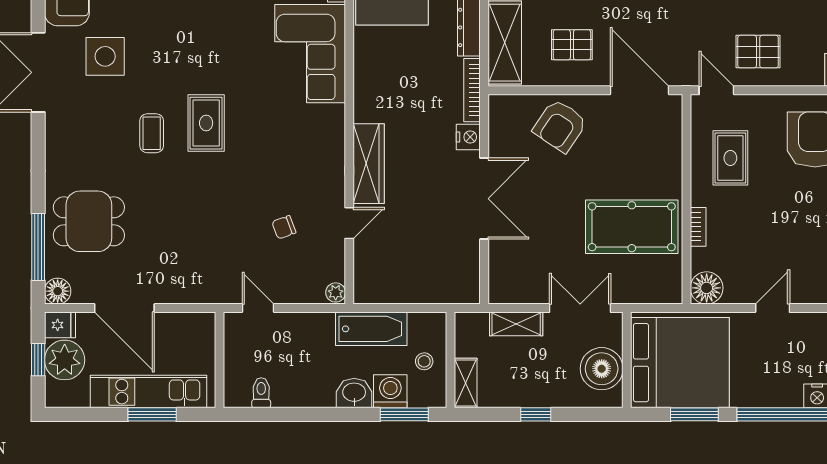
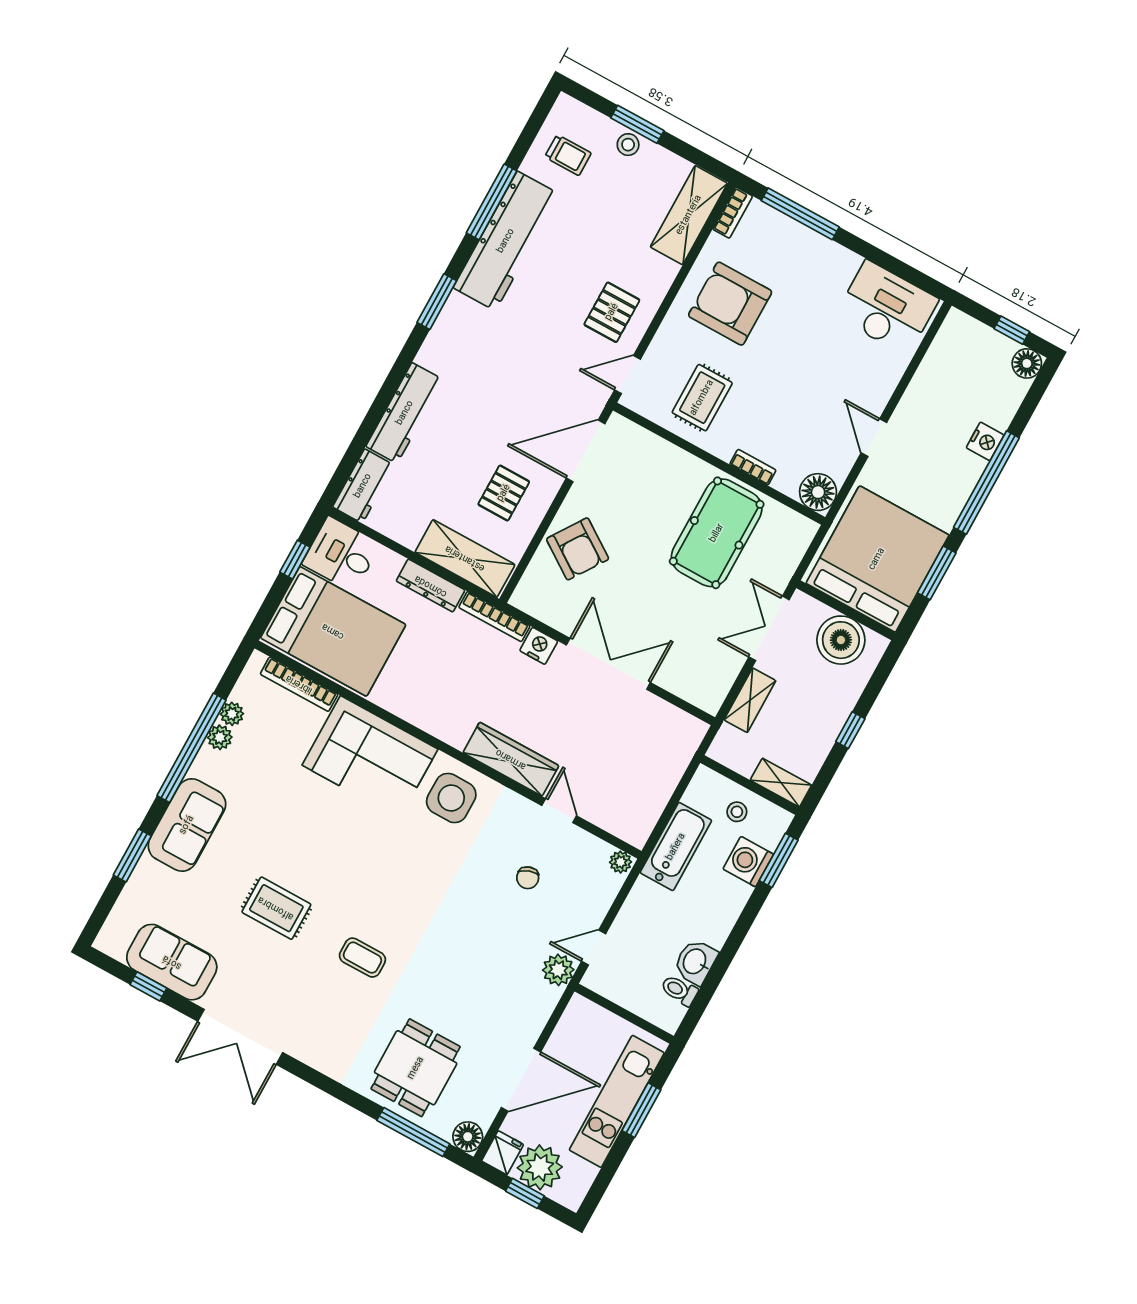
side table: (105, 56) -> (451, 798), moved
rug: (206, 123) -> (276, 908), moved
rug: (730, 158) -> (702, 398), turned 90
plant: (226, 290) -> (558, 970), added
washbasin: (354, 393) -> (695, 962), moved

